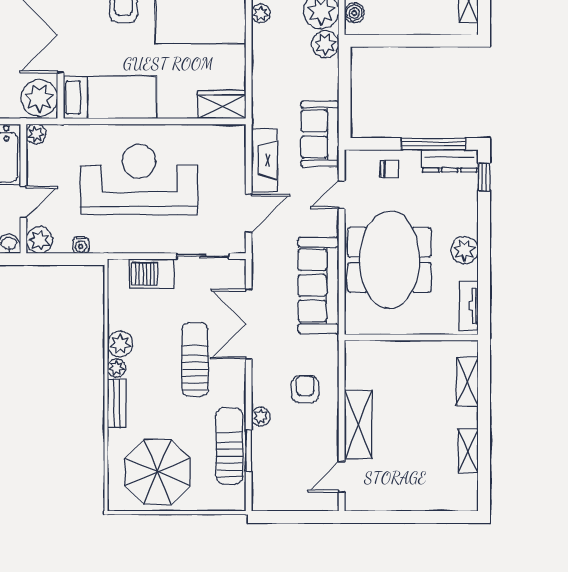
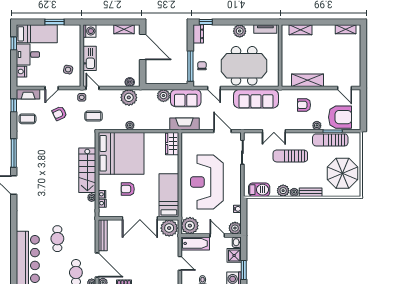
door: (430, 41) -> (143, 47), added
plant: (325, 44) -> (163, 96), moved
plant: (36, 134) -> (190, 226), width x1.87, depth x1.87
window: (433, 144) -> (190, 66), moved
fireplace: (264, 160) -> (184, 124), moved
dresser: (450, 161) -> (198, 34), width x0.70
barbecue: (152, 274) -> (259, 190), moved, turned -90
double door: (249, 324) -> (274, 131), width x0.73
shelving: (358, 424) -> (308, 80), moved
shelving: (468, 451) -> (346, 29), moved
armchair: (279, 467) -> (340, 117), added

